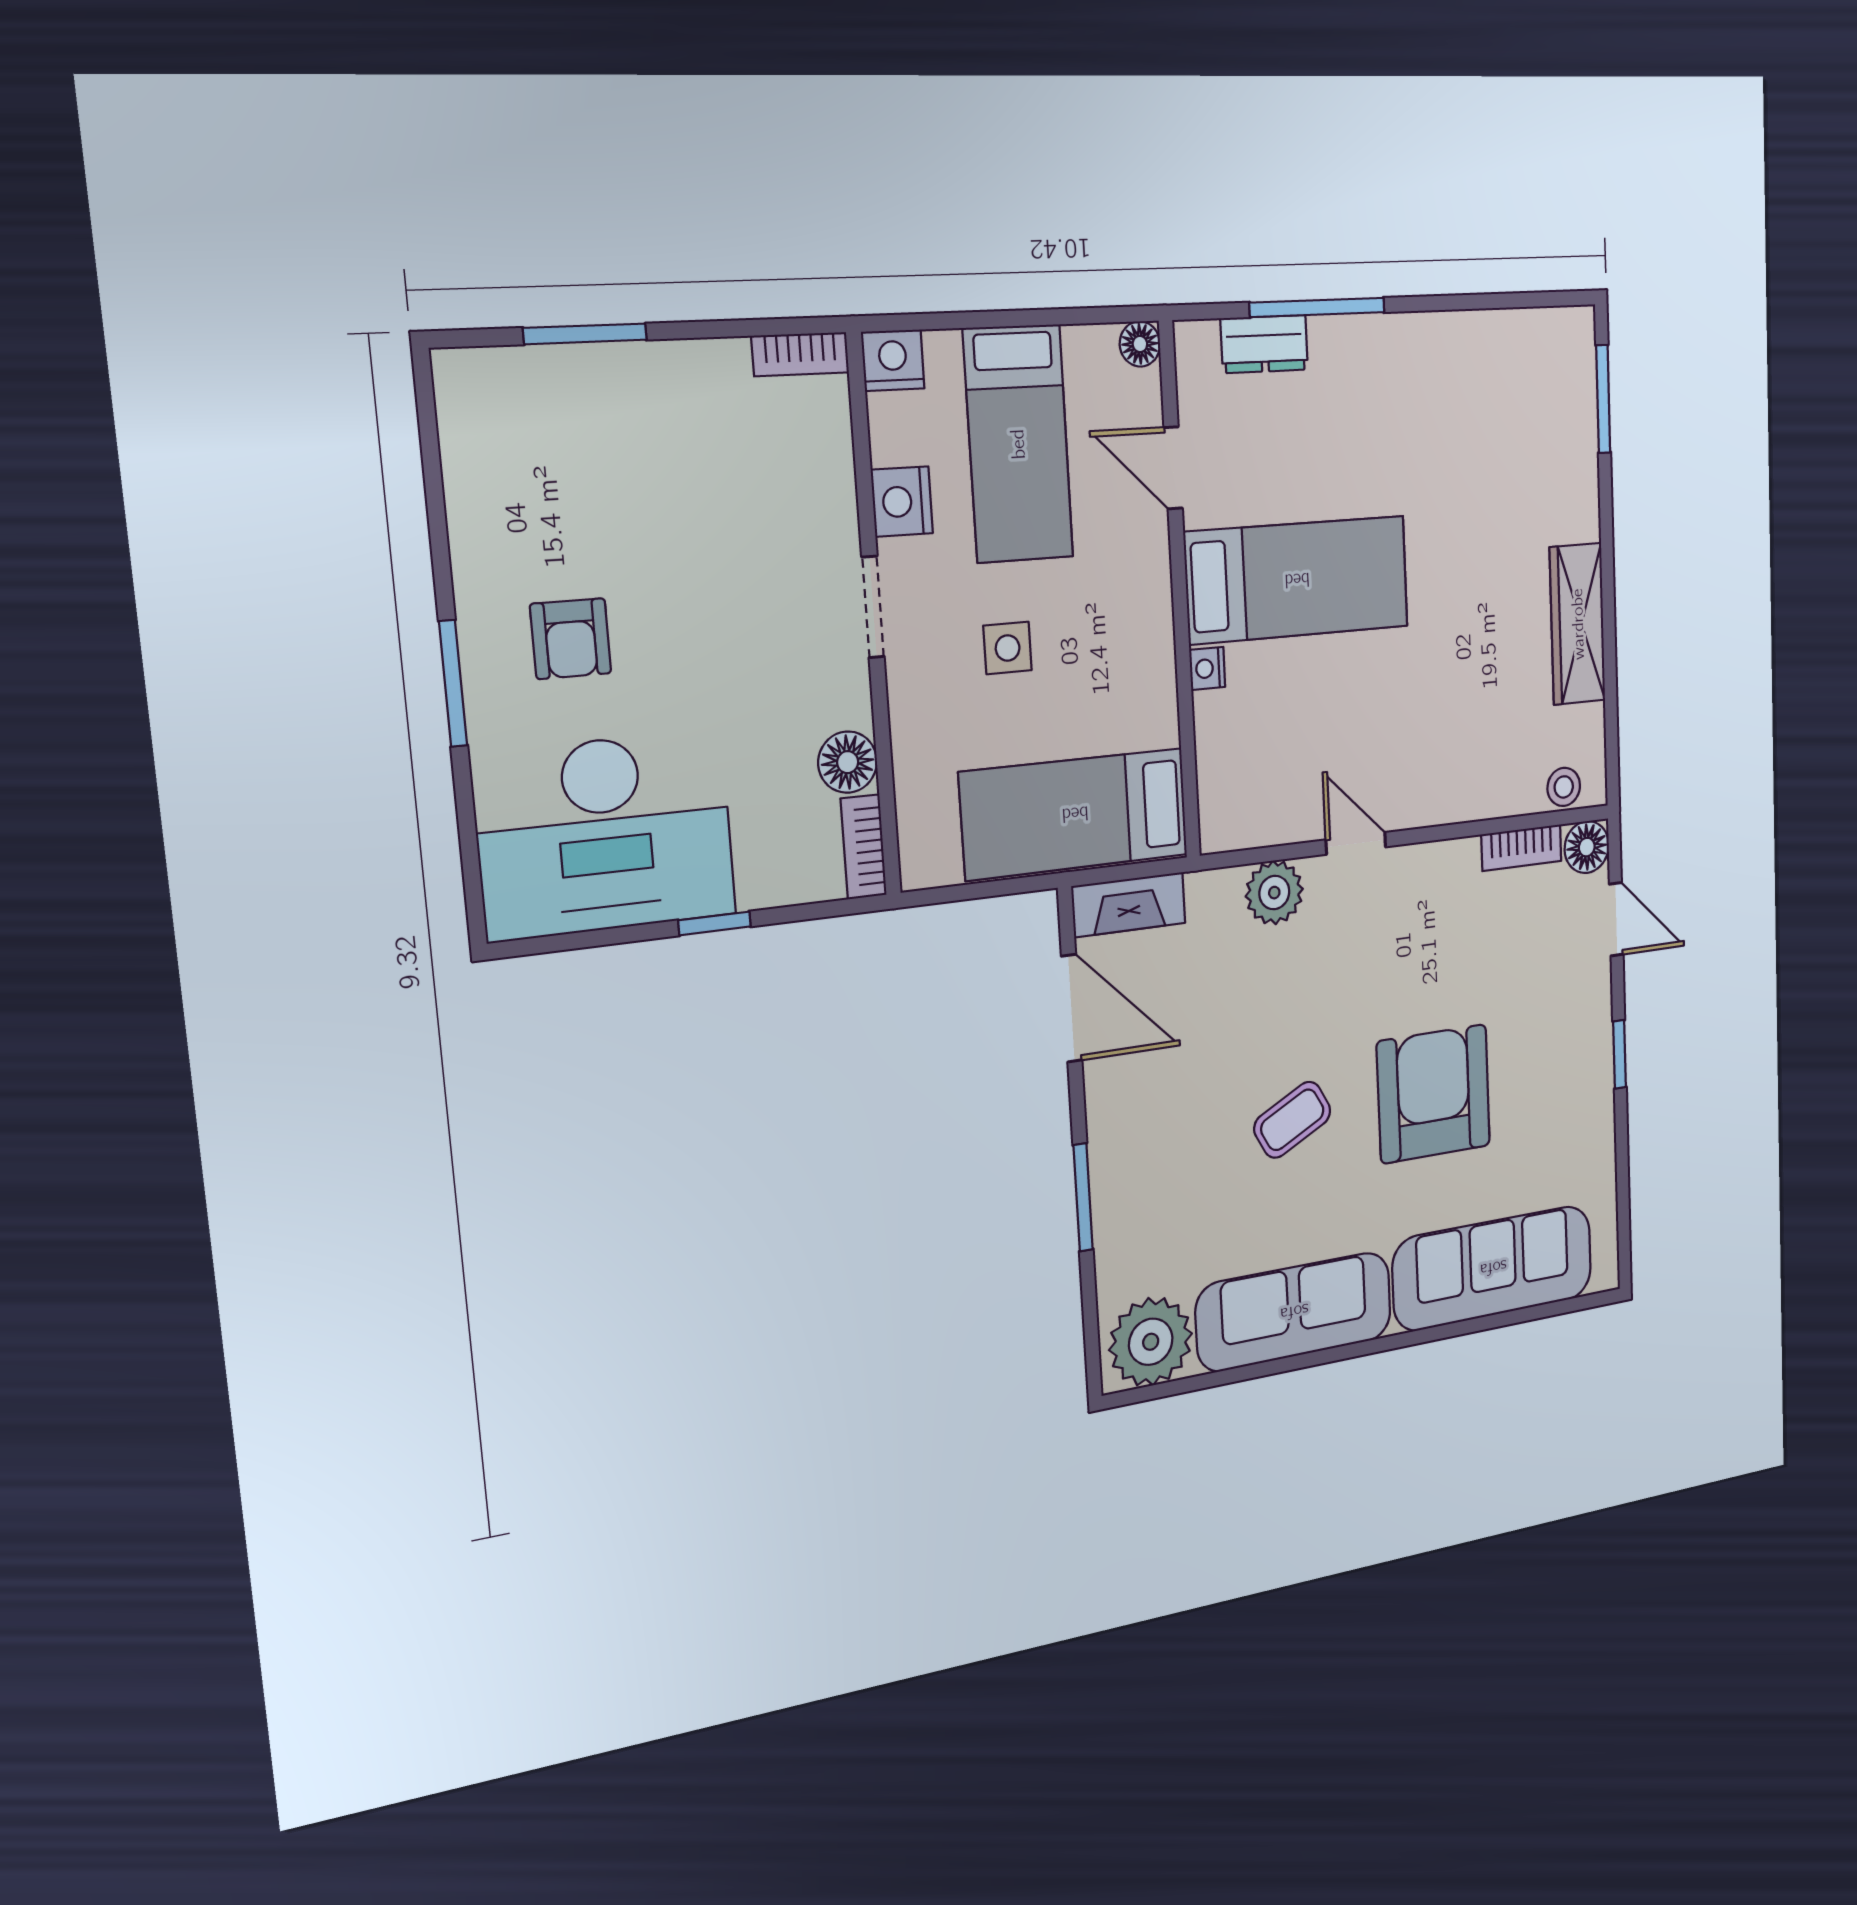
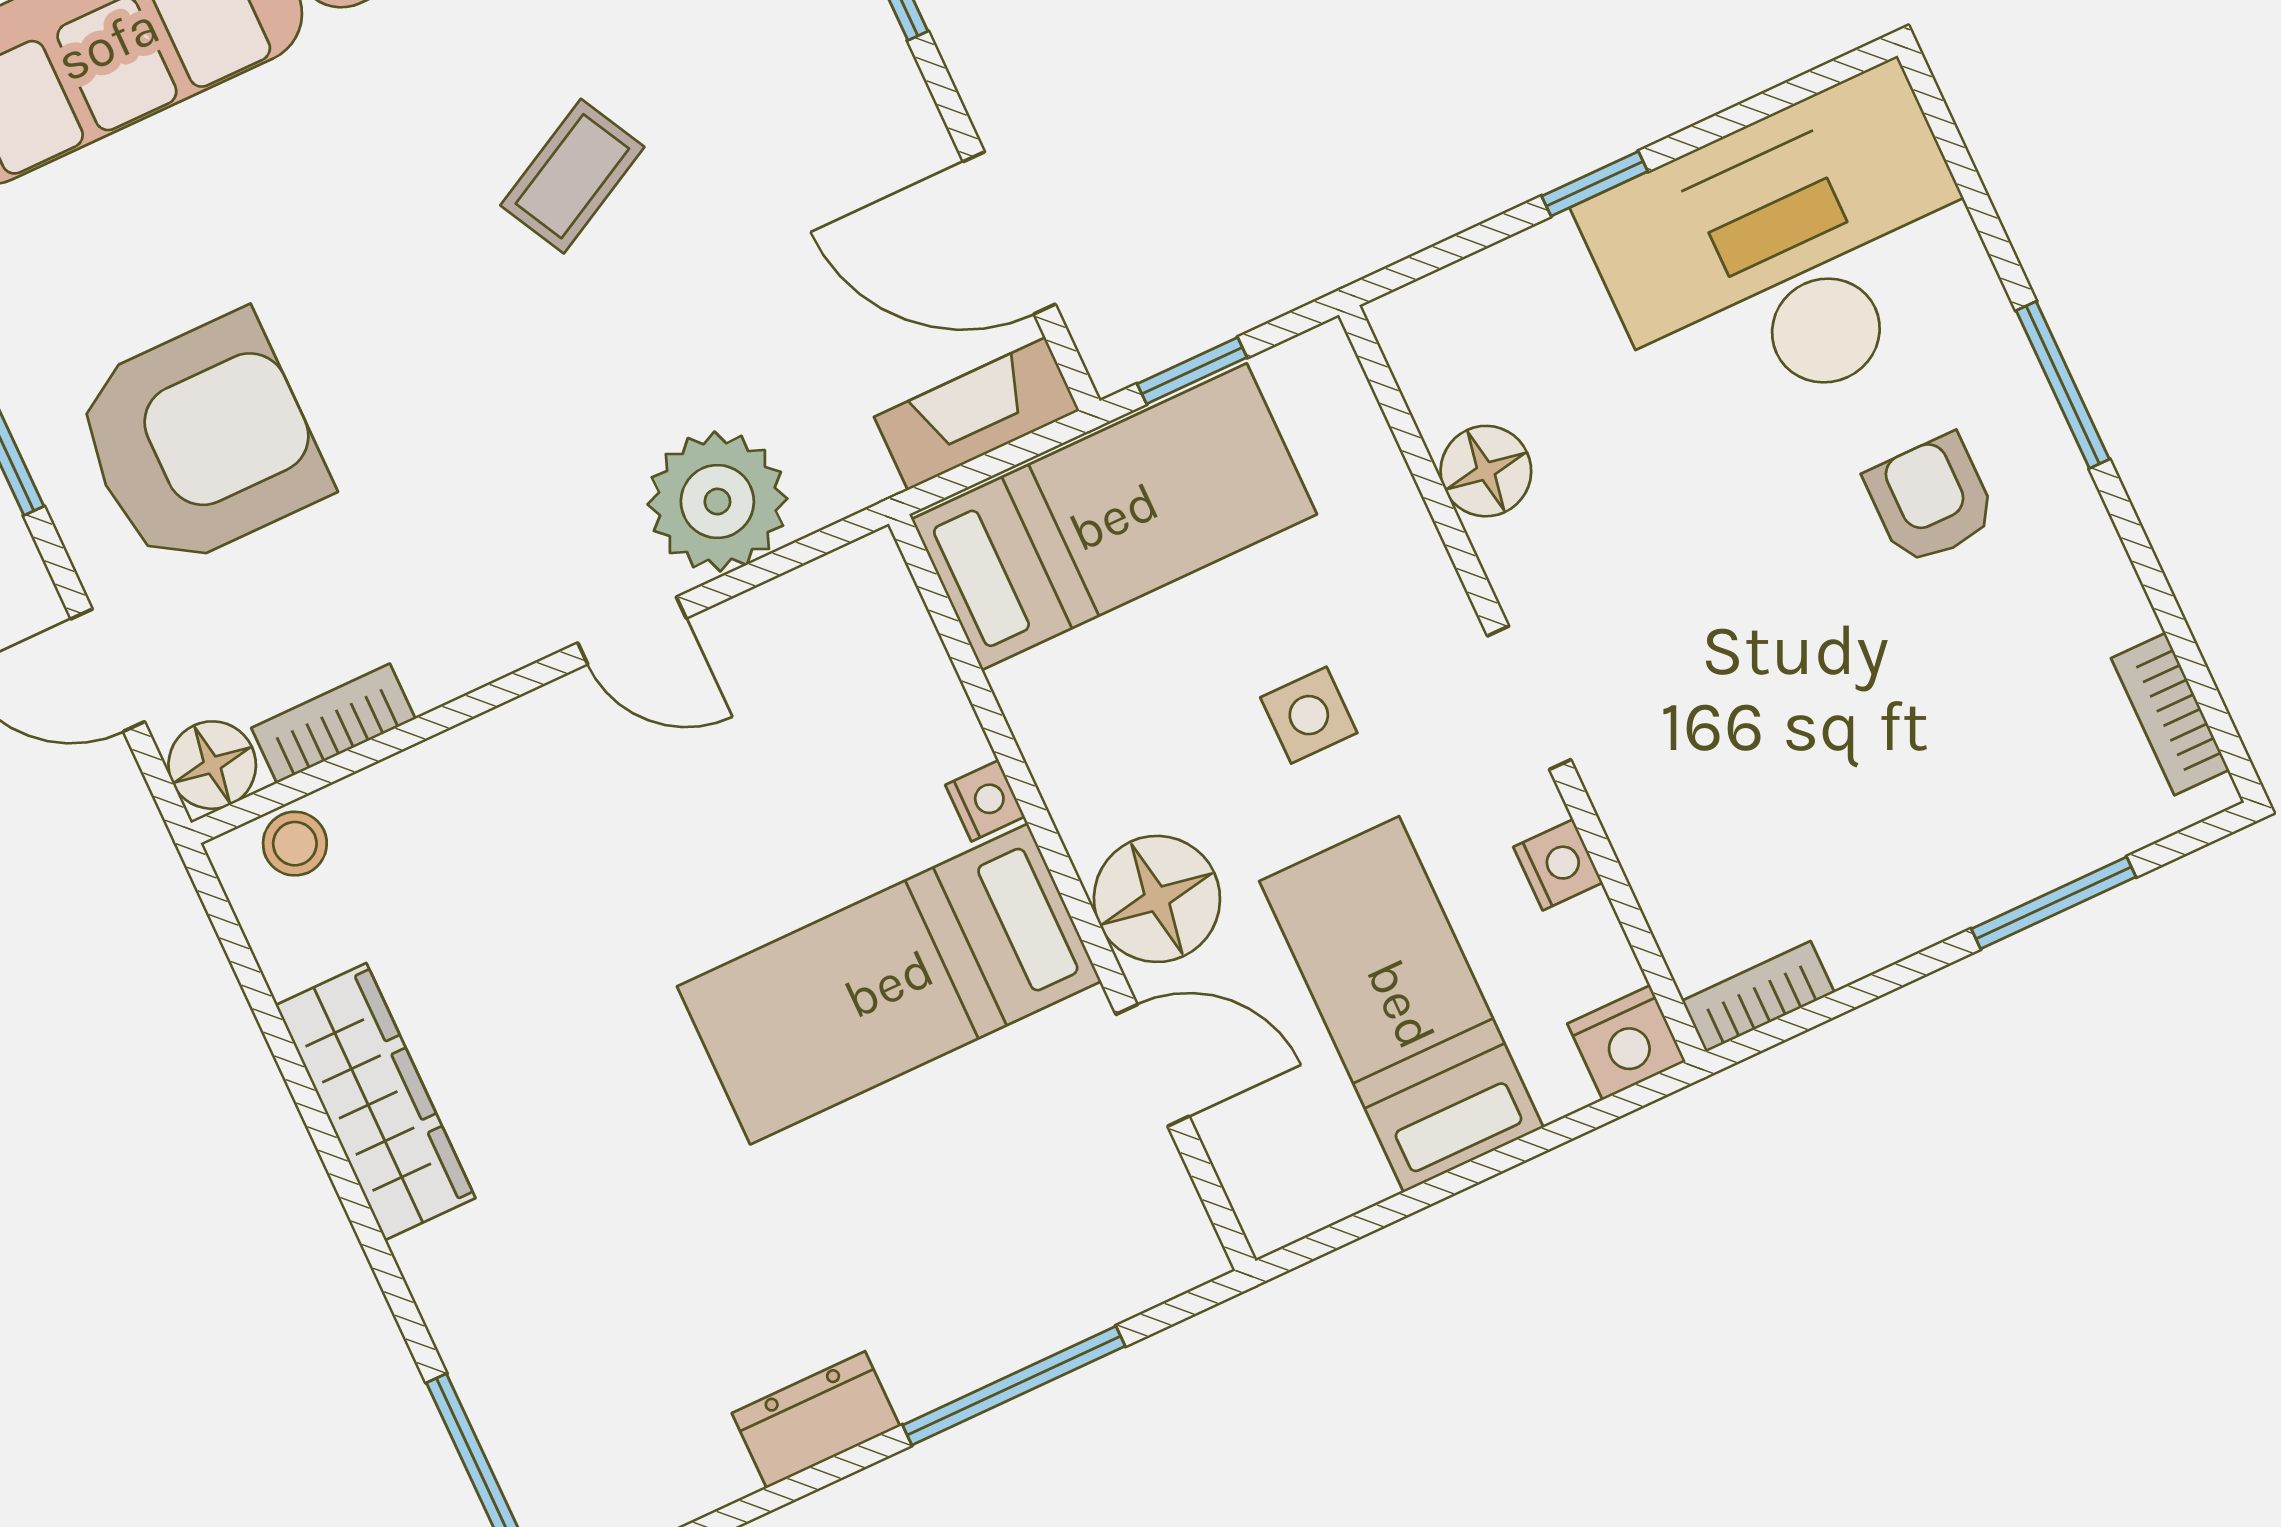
floor lamp: (1140, 344) -> (1157, 899), moved, width x1.89, depth x1.89
dresser: (1264, 344) -> (816, 1420), moved
nightstand: (902, 502) -> (1558, 865), width x0.72, depth x0.74
bookcase: (864, 847) -> (2170, 714), moved, turned 180
window: (999, 888) -> (1192, 371), added
plant: (1274, 893) -> (717, 501), width x1.36, depth x1.36
armchair: (1434, 1094) -> (200, 441), moved, turned -90

